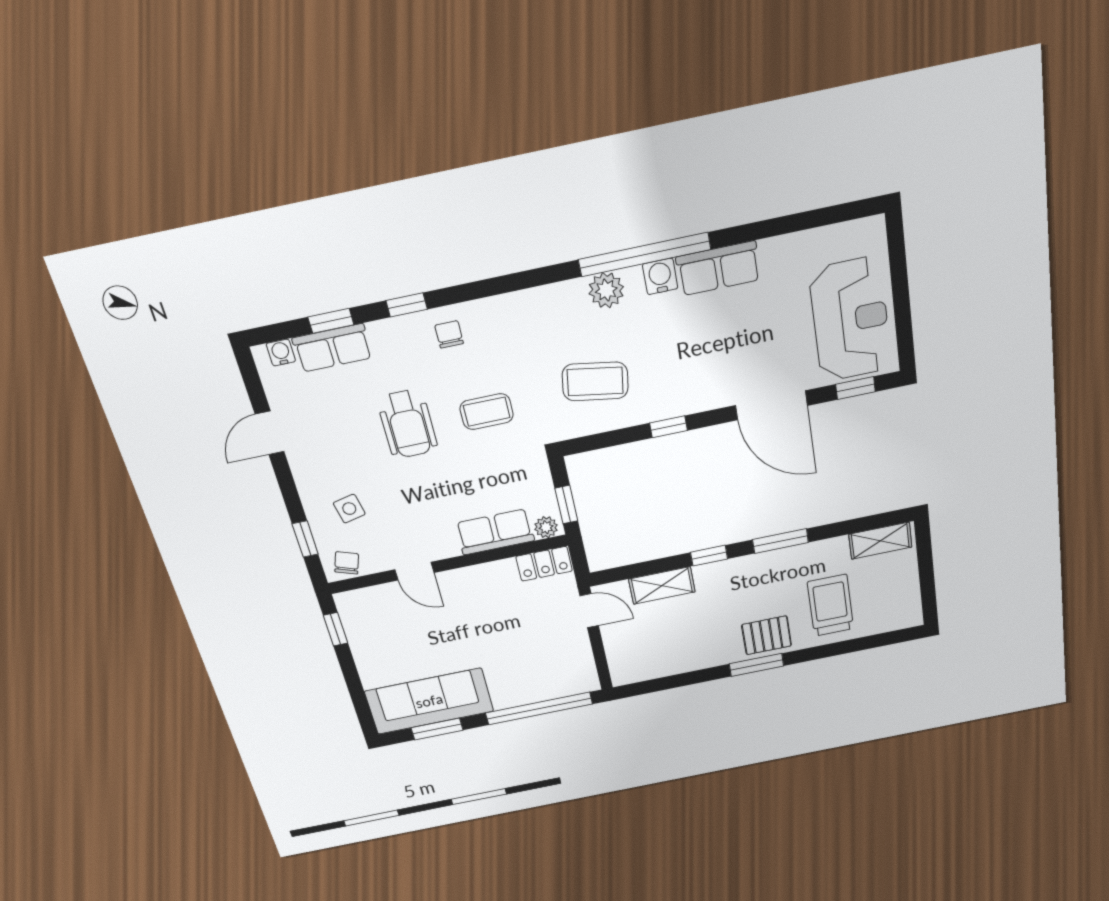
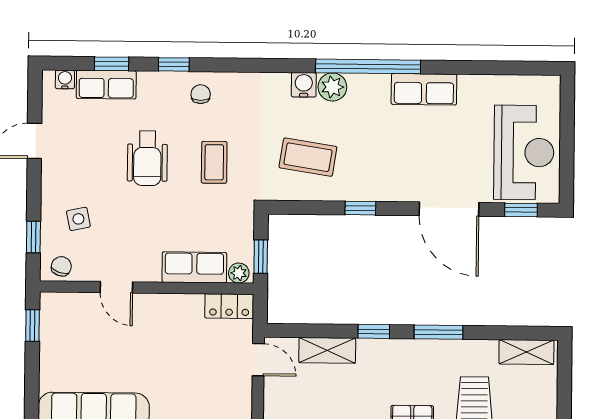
water cooler: (660, 276) -> (304, 85), moved
coffee table: (487, 412) -> (214, 162), turned 90

